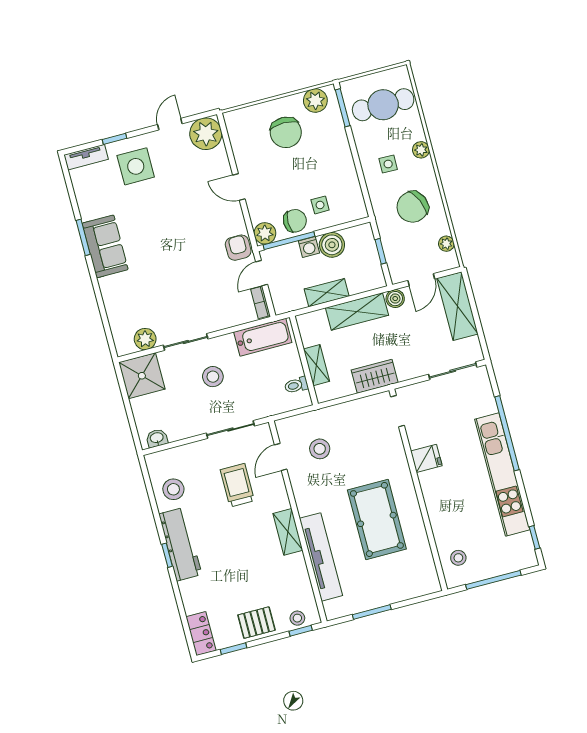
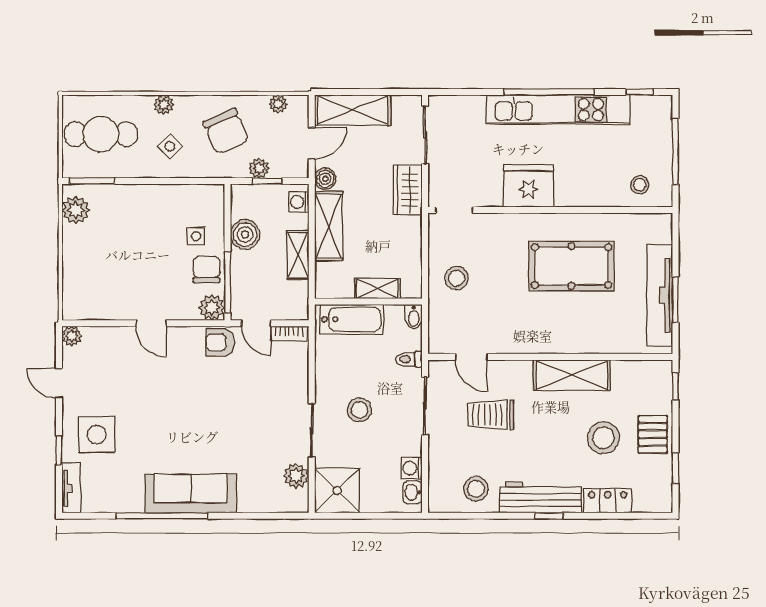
cafe table: (383, 105) -> (101, 134), turned 90
chair: (286, 132) -> (103, 253), removed
plant: (206, 134) -> (72, 336), width x0.53, depth x0.53
side table: (388, 164) -> (170, 146), turned 45
door: (239, 187) -> (151, 323), hinge flipped
window: (83, 237) -> (162, 516), width x2.11
plant: (389, 242) -> (259, 168), added
sofa: (105, 246) -> (191, 494), width x1.36
washing machine: (309, 247) -> (299, 202), moved, turned 180
door: (421, 280) -> (312, 143), hinge flipped
bathtub: (263, 337) -> (352, 319), moved, turned 90
wardrobe: (375, 376) -> (408, 190), moved
toilet: (296, 385) -> (409, 359), moved, turned 90
bidet: (301, 401) -> (414, 317), added
washing machine: (176, 432) -> (412, 468), added
window: (507, 433) -> (549, 92), moved
stool: (320, 449) -> (457, 278), moved
fridge: (426, 458) -> (529, 186), width x1.88, depth x1.34
shelving: (288, 532) -> (572, 375), width x1.50, depth x1.33
tv unit: (321, 557) -> (660, 295), moved, turned -90
stool: (297, 618) -> (603, 438), moved, width x1.89, depth x1.89
locker: (201, 634) -> (608, 501), moved

